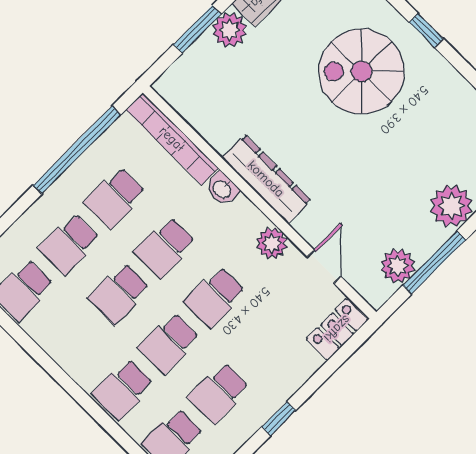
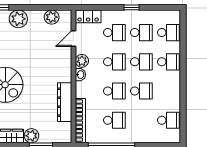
dresser: (266, 179) -> (65, 102), moved
washbasin: (222, 189) -> (80, 75), moved
school desk: (69, 244) -> (114, 33), moved
window: (434, 263) -> (40, 7), removed

